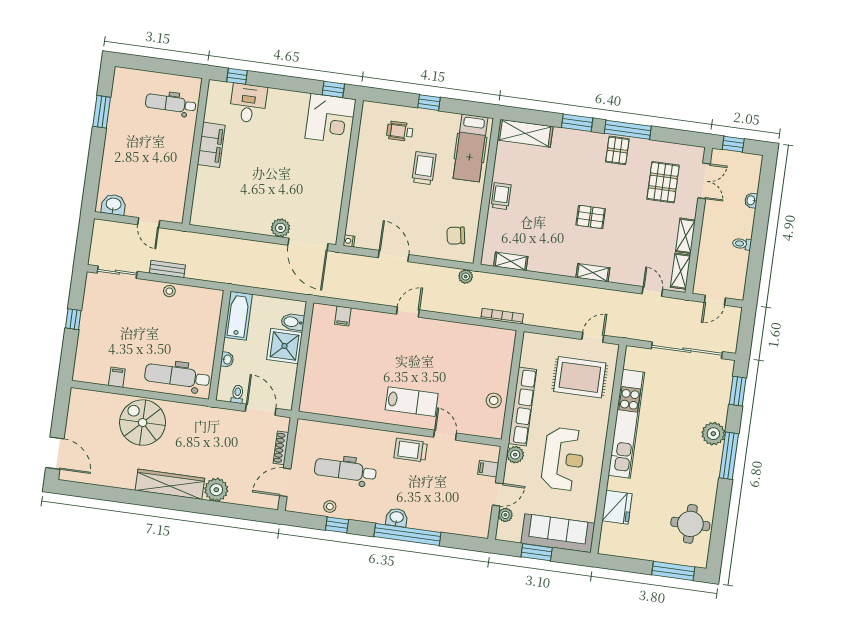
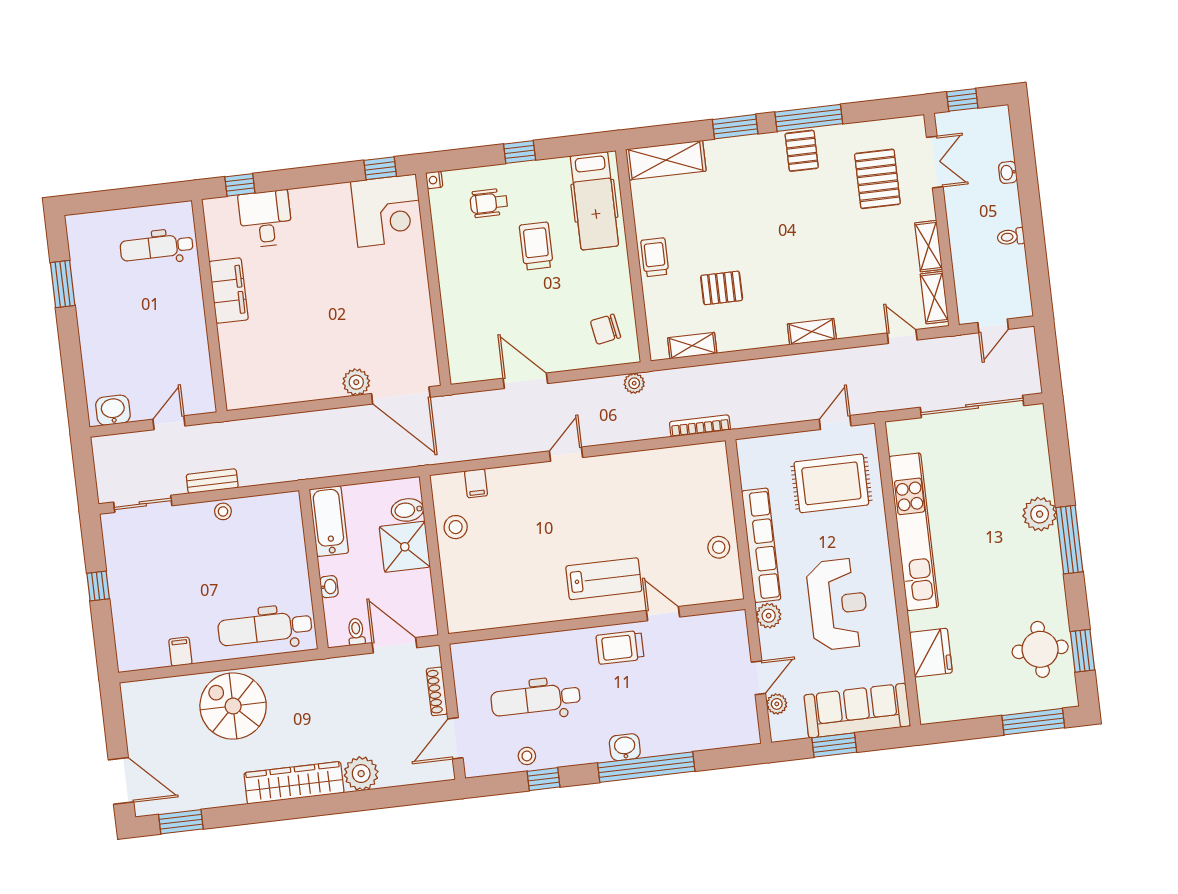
pallet: (591, 217) -> (722, 288), moved
door: (149, 223) -> (169, 423), swing flipped
nightstand: (349, 241) -> (434, 180), moved
stool: (322, 342) -> (456, 527), added
window: (738, 391) -> (1082, 651), moved
filing cabinet: (488, 469) -> (736, 645), removed
window: (88, 491) -> (181, 822), added

